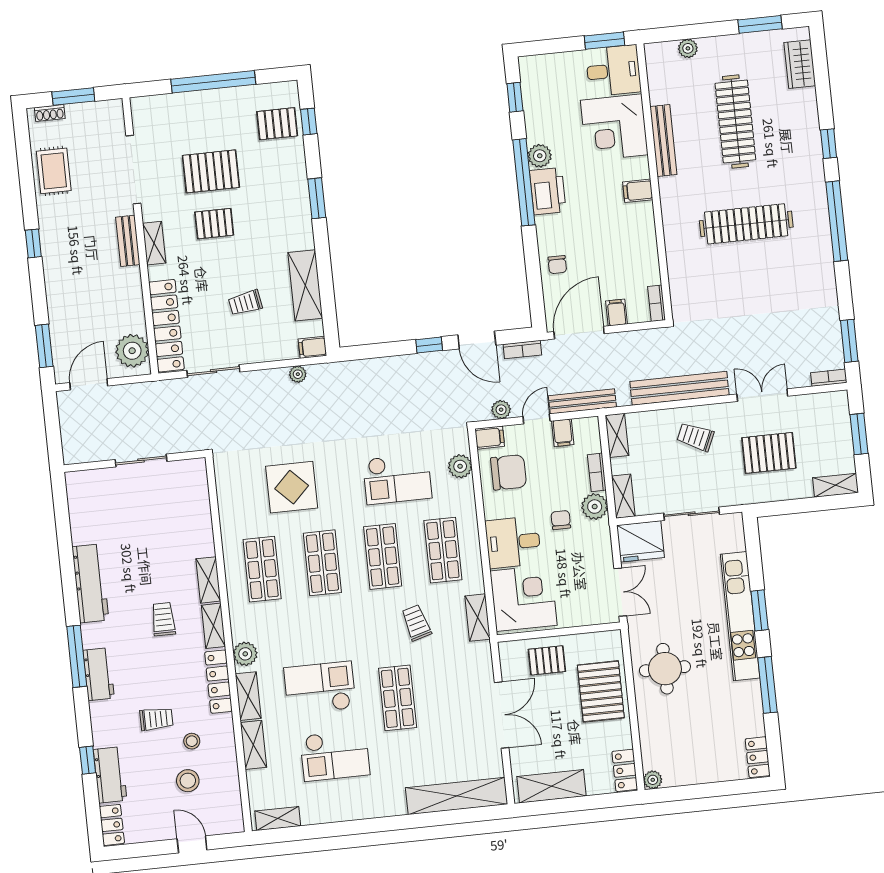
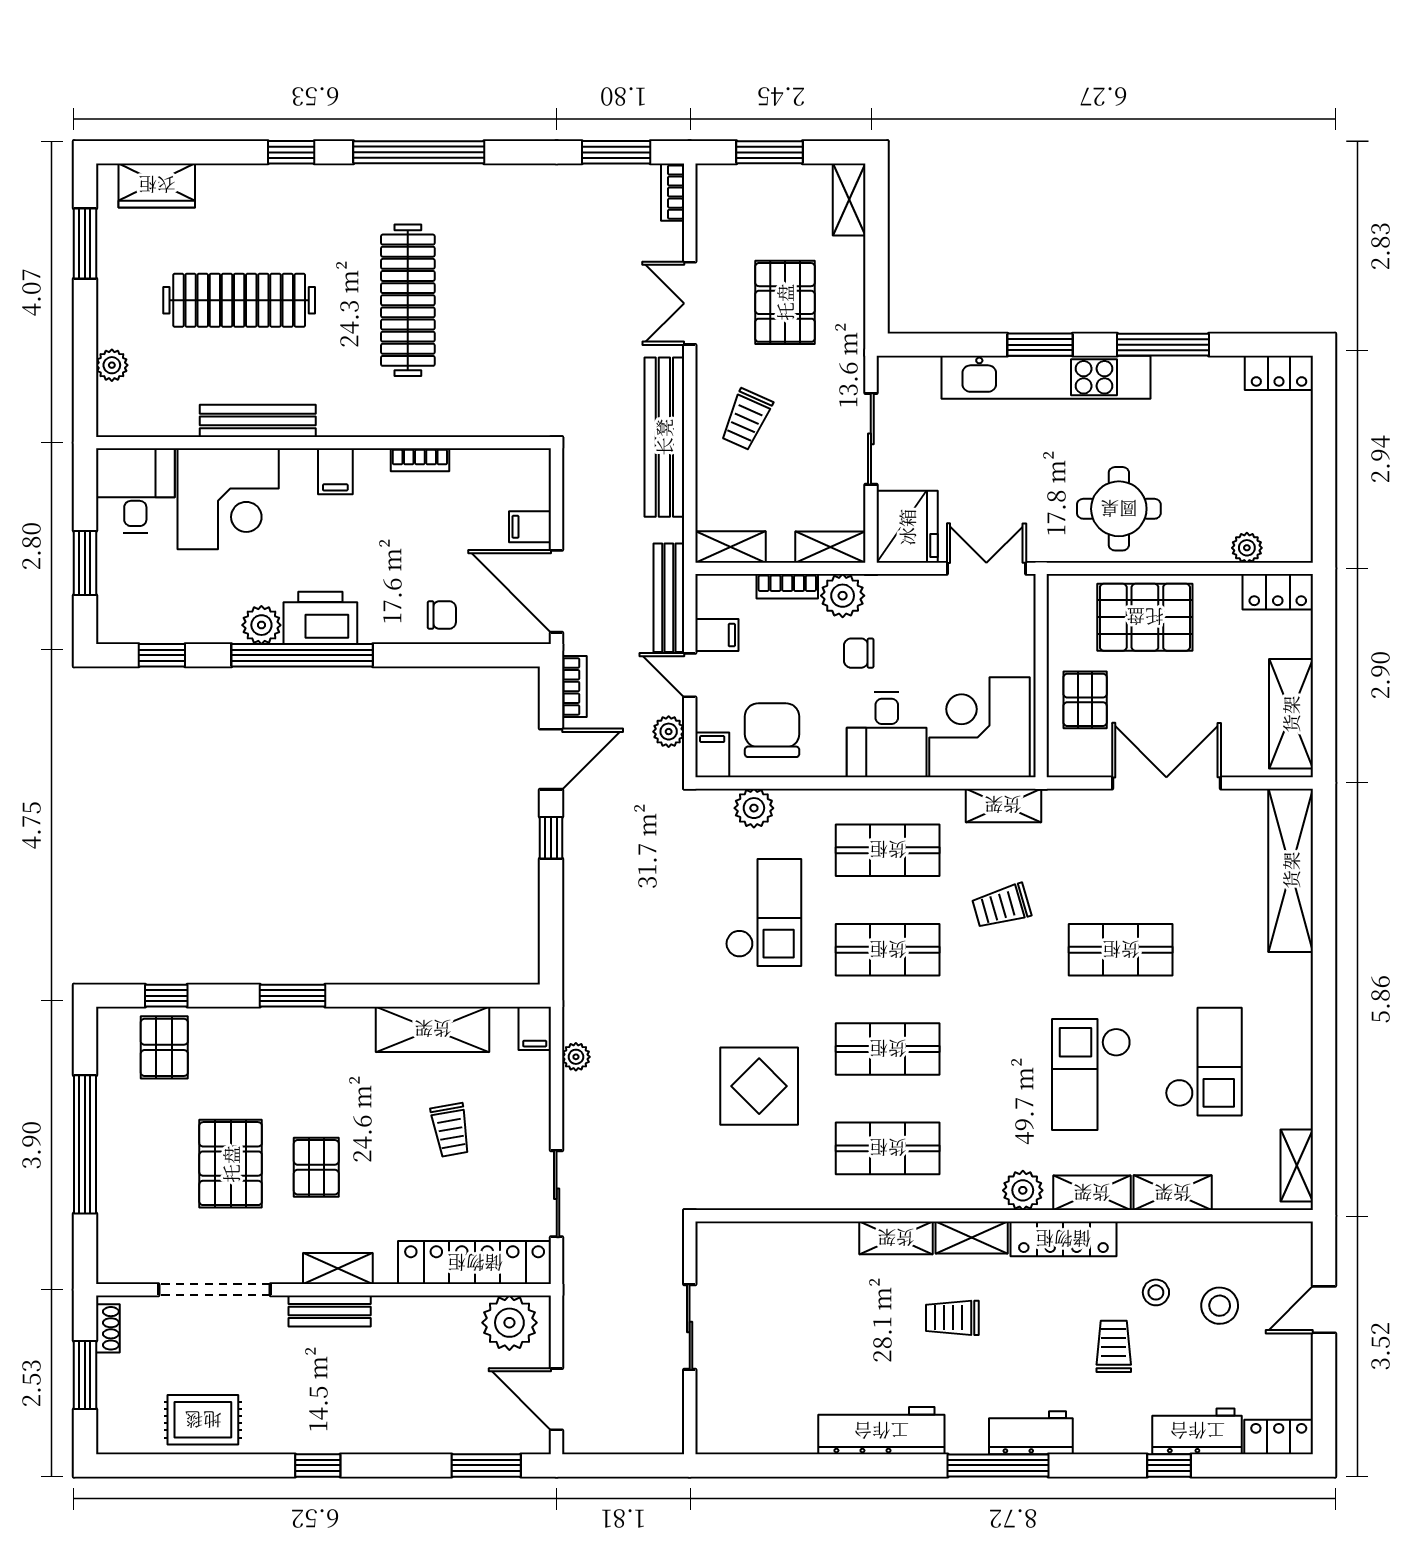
window: (604, 41) -> (85, 563), moved
shoe rack: (50, 113) -> (108, 1328), moved
bookcase: (657, 303) -> (420, 460), moved
plant: (653, 780) -> (1247, 548), moved

